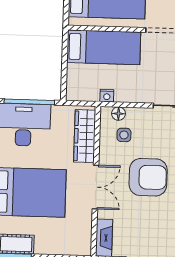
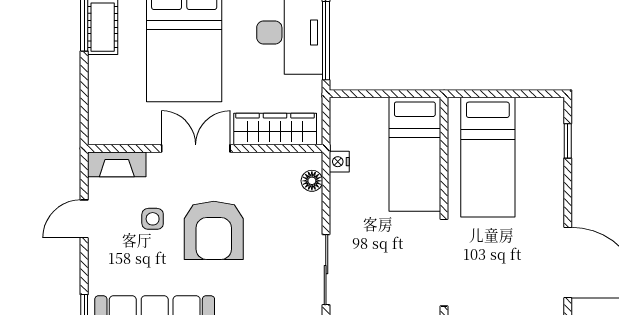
side table: (124, 135) -> (153, 219), moved
double door: (96, 187) -> (196, 148), swing flipped

